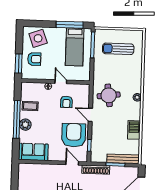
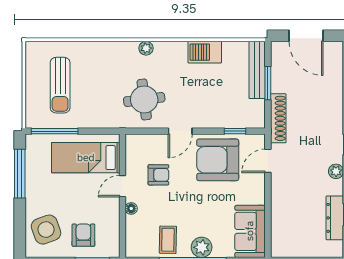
bed: (75, 47) -> (86, 158), moved, turned 180

